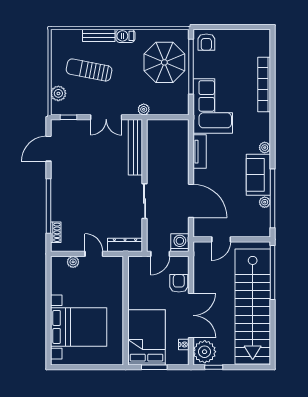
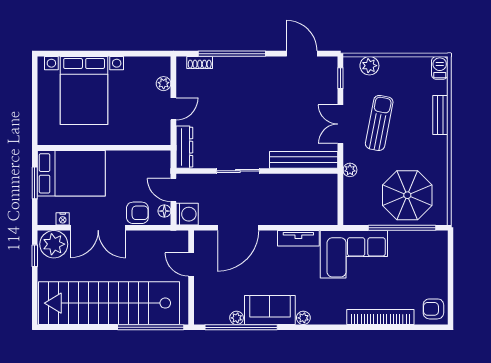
barbecue: (125, 36) -> (440, 68), moved
armchair: (206, 42) -> (433, 309), moved
sun lounger: (89, 70) -> (379, 123), moved
floor lamp: (177, 261) -> (164, 211), added

